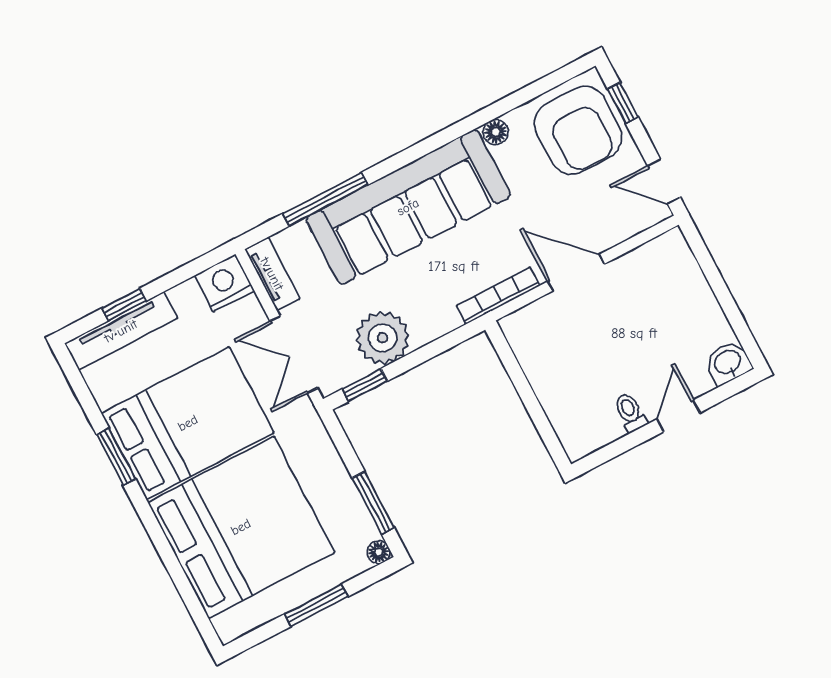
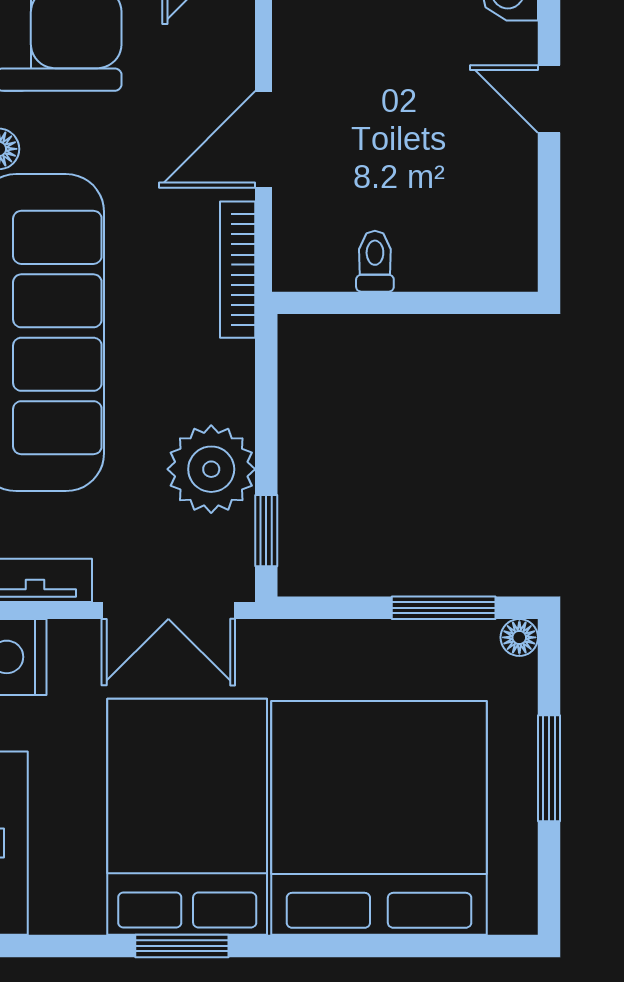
toilet: (630, 412) -> (375, 261), moved, turned 90

